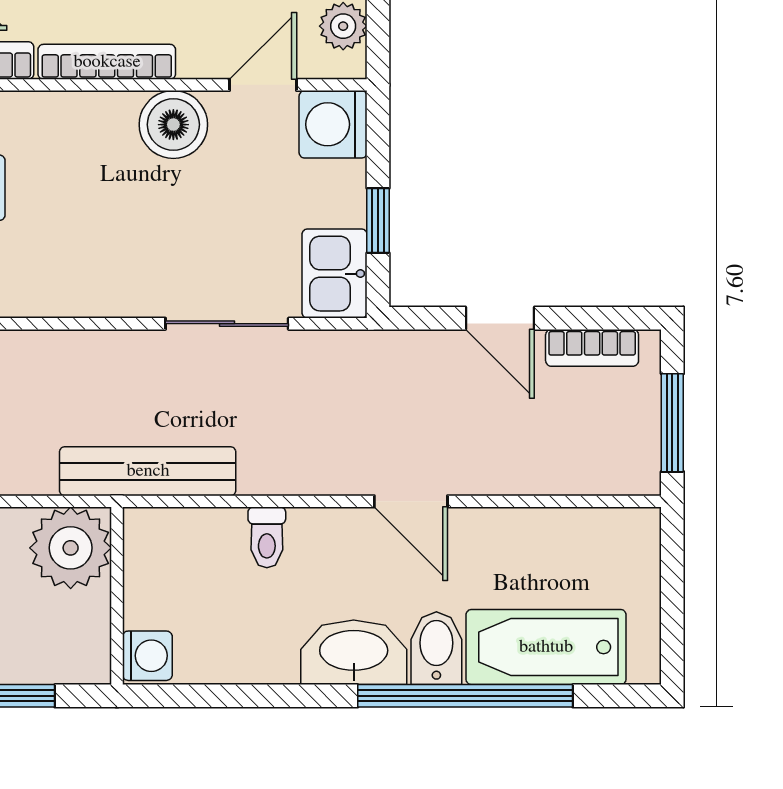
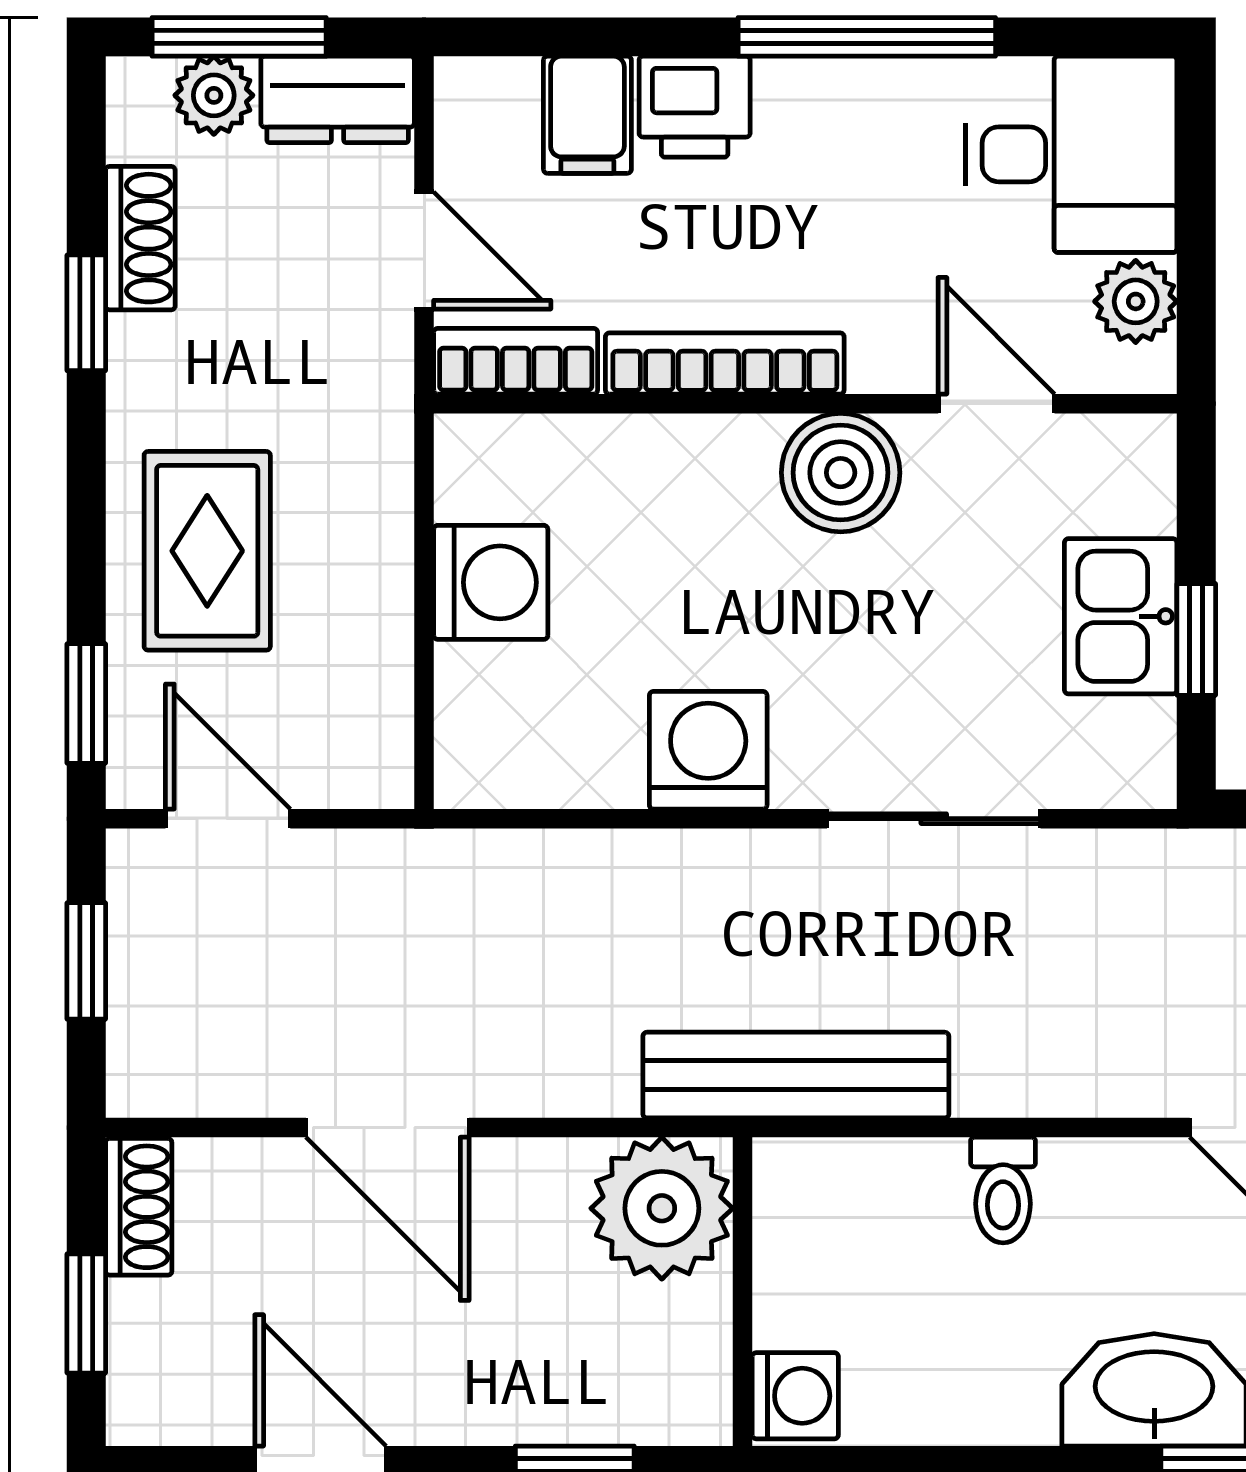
door: (263, 85) -> (996, 404), hinge flipped
washing machine: (333, 124) -> (708, 750), moved, turned 90
kitchen sink: (335, 274) -> (1121, 616), moved

